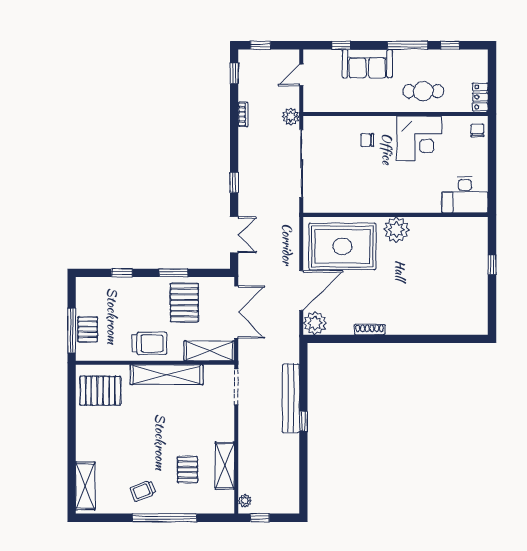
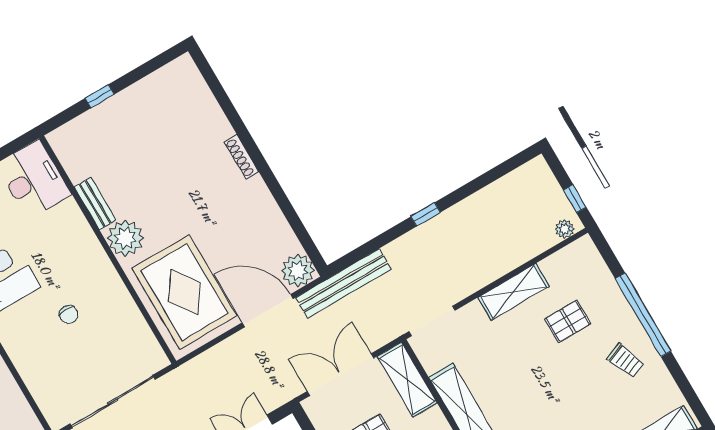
chair: (367, 140) -> (69, 315), moved
bench: (428, 224) -> (95, 204), added
shoe rack: (370, 330) -> (242, 157), moved
bench: (291, 398) -> (343, 283), moved
shelving: (225, 466) -> (514, 292), moved

